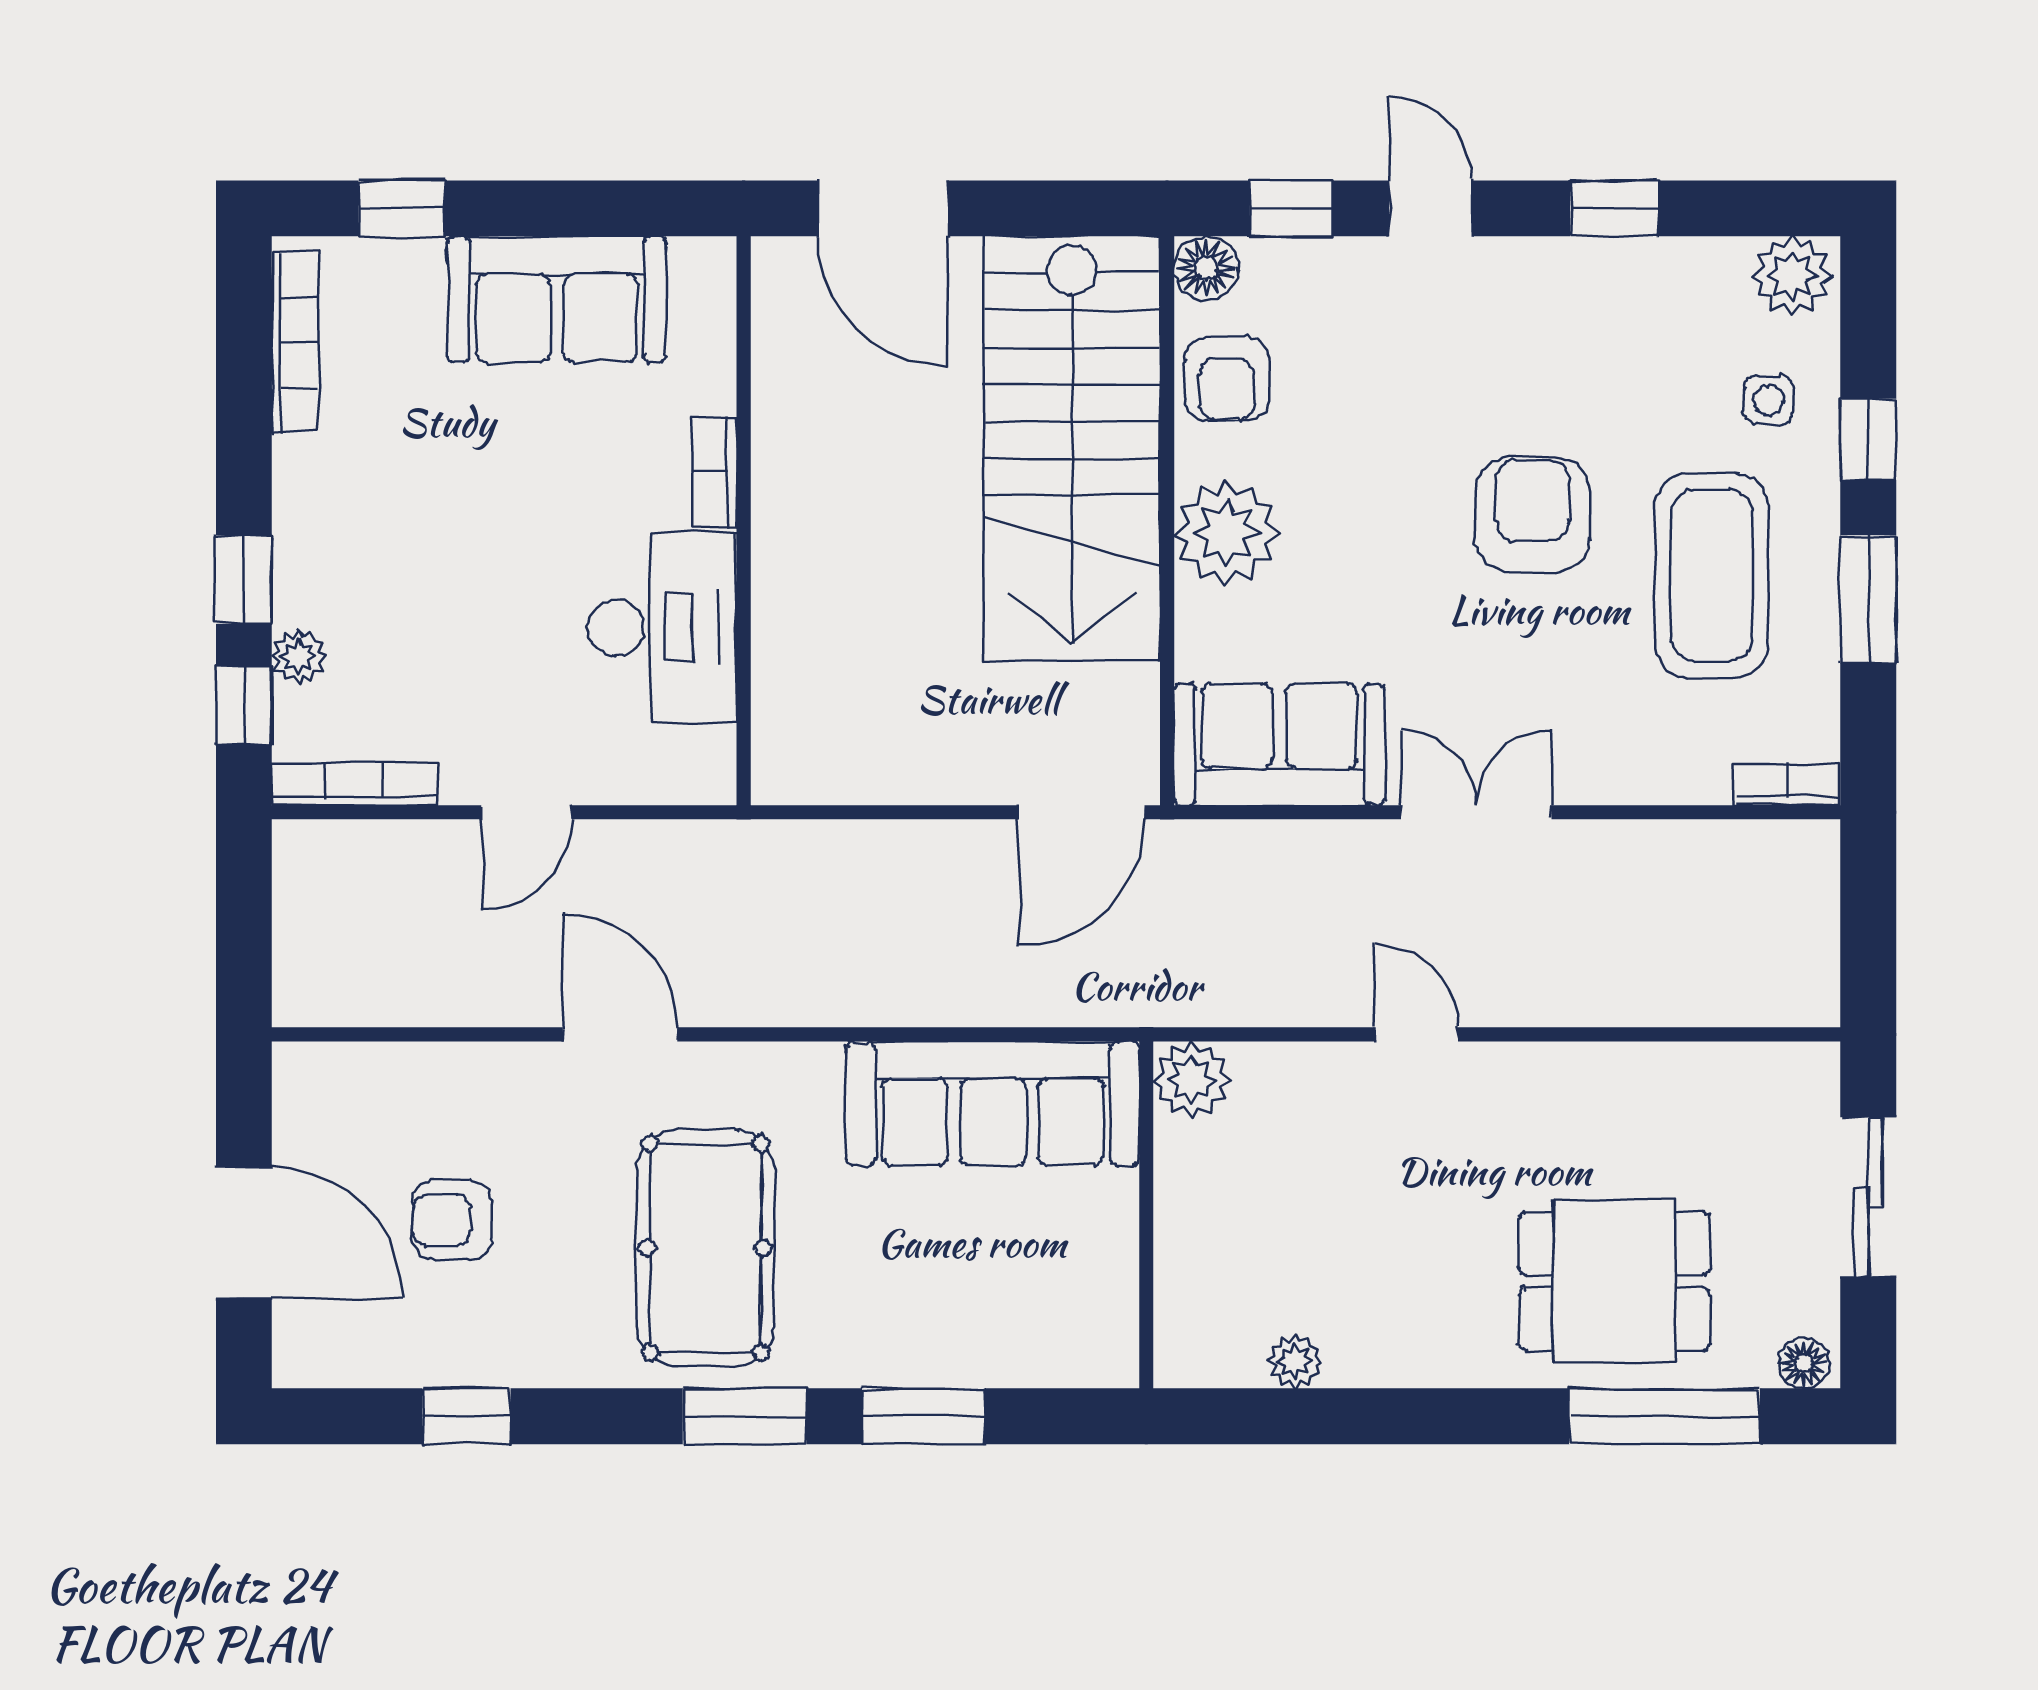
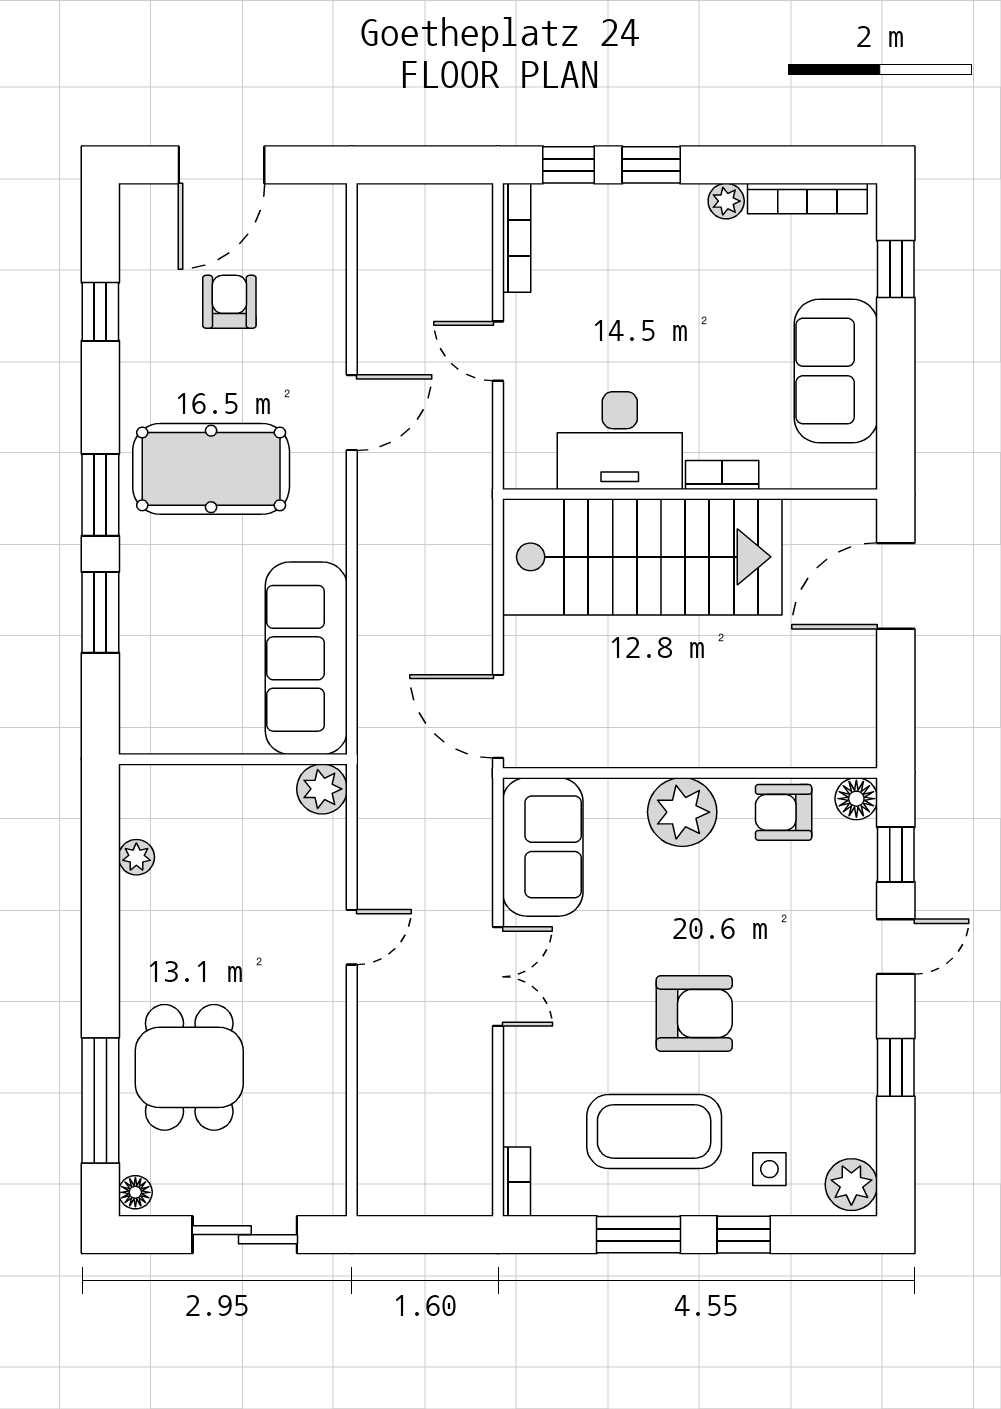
stairs: (1072, 448) -> (642, 557), moved, turned 180
plant: (299, 656) -> (726, 201), moved

